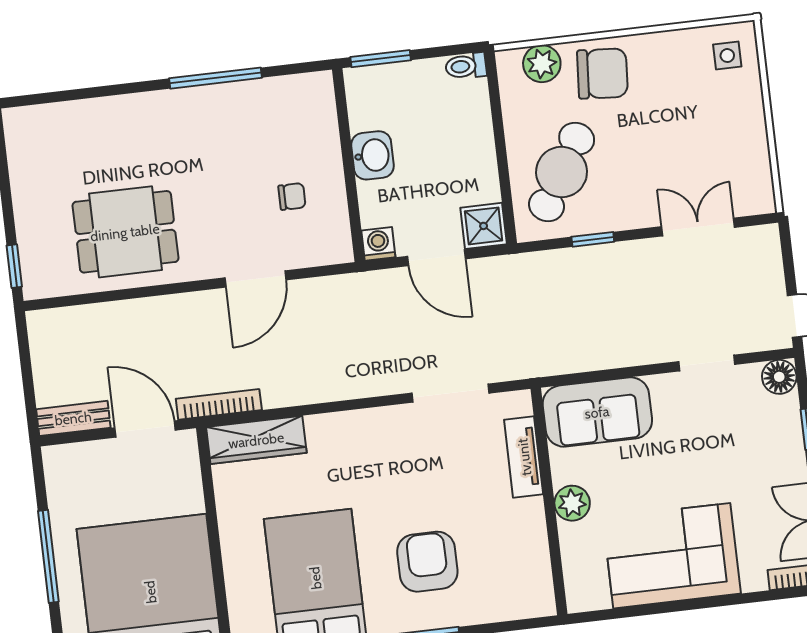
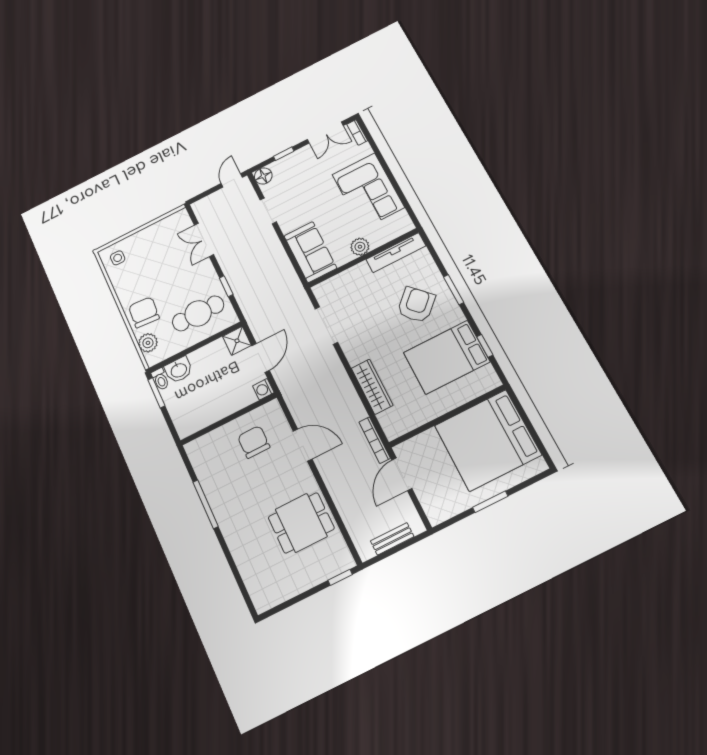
window: (381, 59) -> (156, 393), moved
washbasin: (372, 155) -> (179, 370), moved, turned 180
cafe table: (562, 172) -> (198, 313), turned -31
chair: (292, 196) -> (254, 442), width x1.87, depth x1.87
dining table: (125, 232) -> (301, 523), turned 90
bench: (73, 418) -> (392, 539), moved, turned 90
wardrobe: (256, 440) -> (372, 387), moved
tv unit: (524, 457) -> (396, 253), moved, width x1.41
window: (48, 556) -> (490, 502), width x0.69
armchair: (427, 562) -> (416, 305), turned 136

